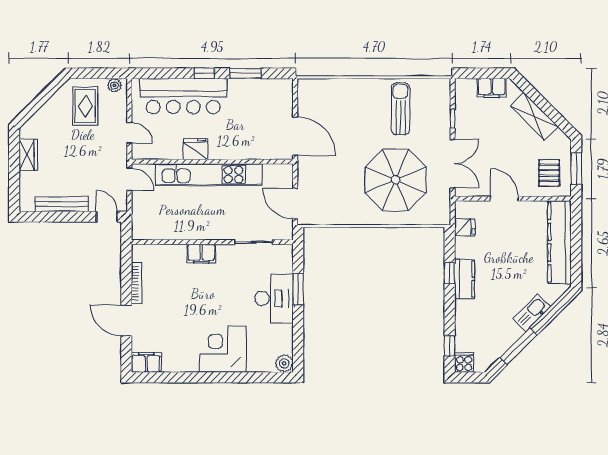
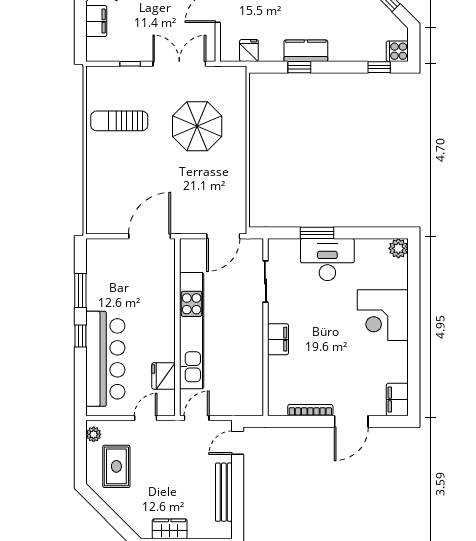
rug: (85, 106) -> (116, 466), turned 90
fridge: (195, 149) -> (164, 376), moved
parasol: (396, 180) -> (197, 126), width x0.73, depth x0.73

